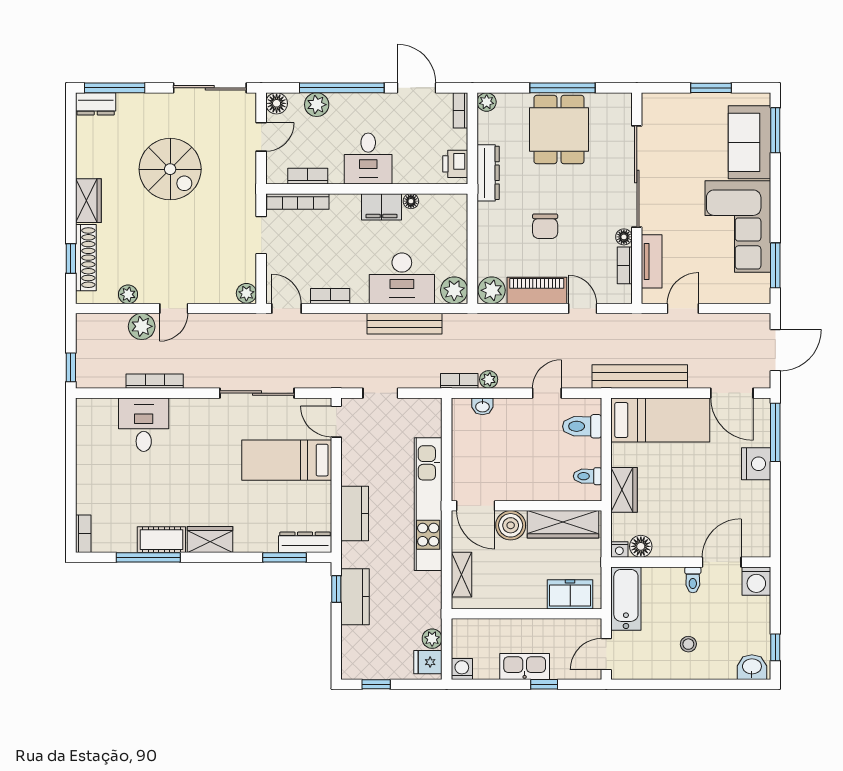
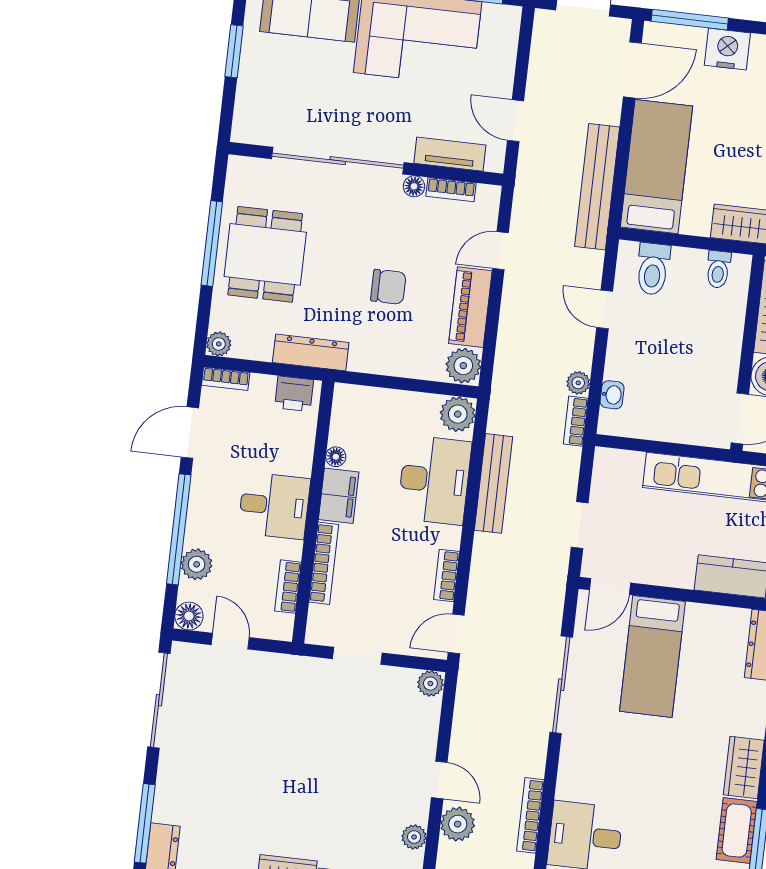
dining table: (559, 130) -> (265, 254), turned 90
spiral stairs: (170, 169) -> (258, 764), removed
bookcase: (298, 201) -> (324, 563), moved

